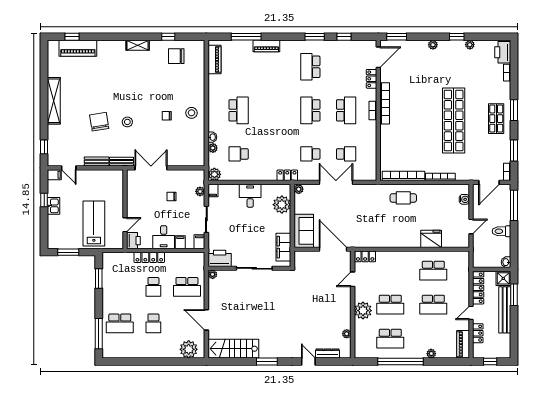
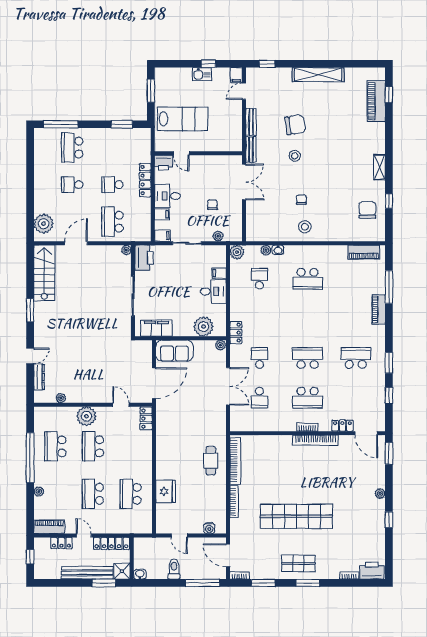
plant: (470, 45) -> (380, 534), removed
filing cabinet: (213, 190) -> (219, 273), moved

